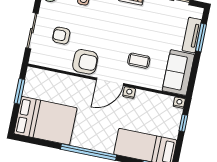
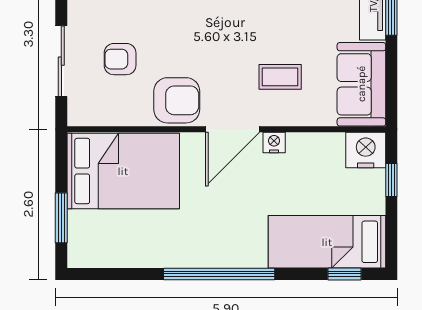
window: (19, 91) -> (61, 218), moved
nightstand: (179, 103) -> (366, 150), width x1.89, depth x1.79
bed: (45, 121) -> (123, 171), moved

